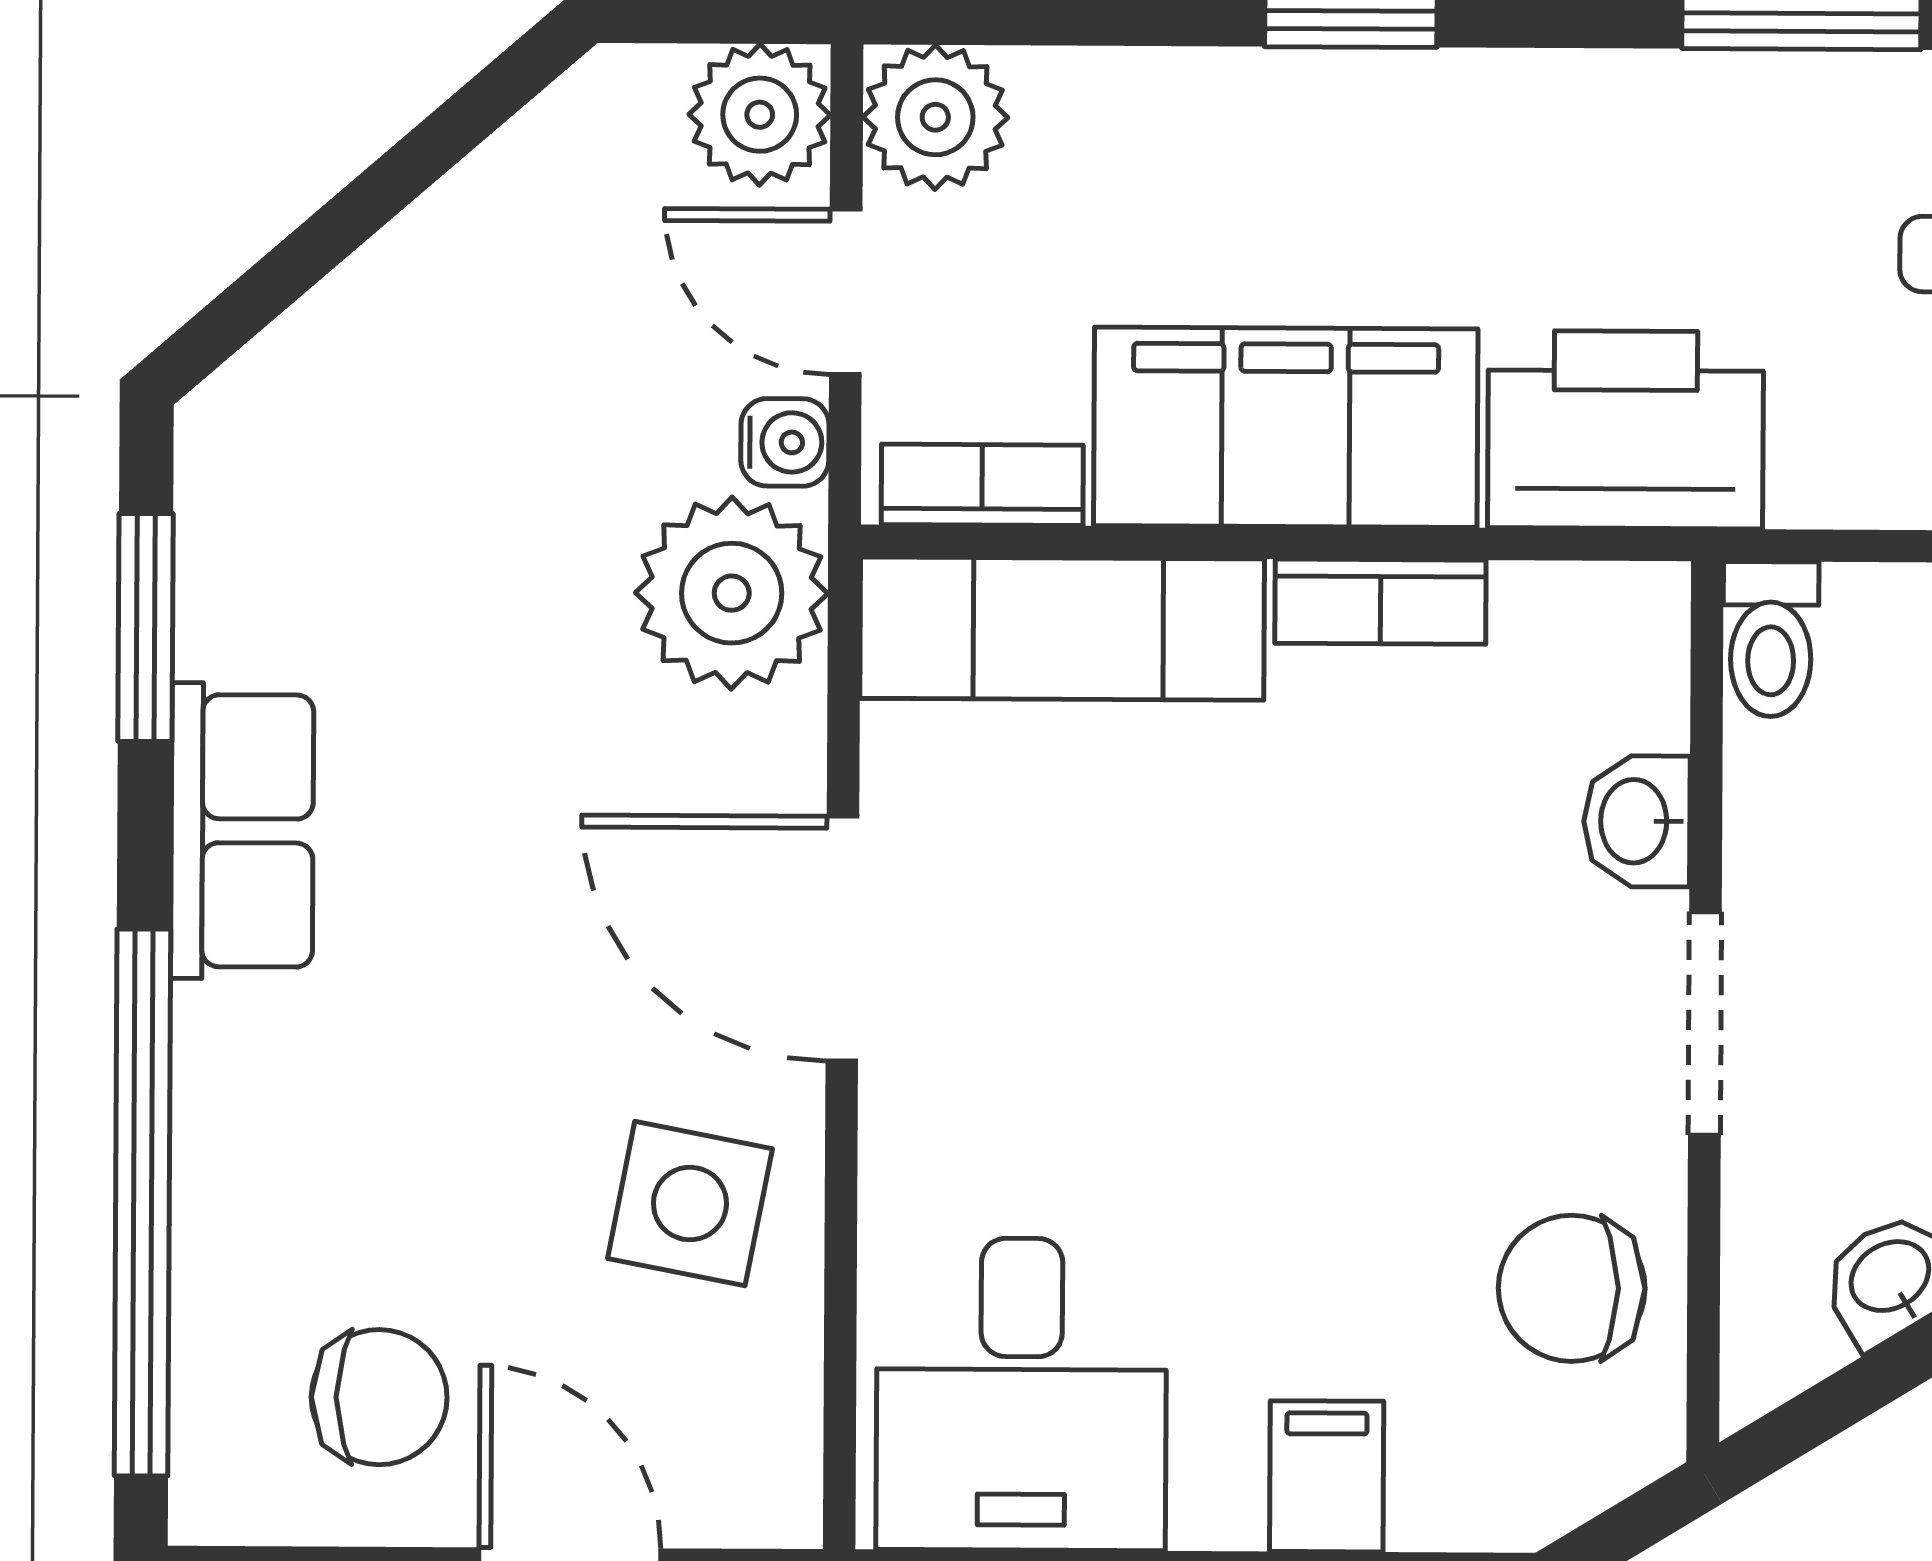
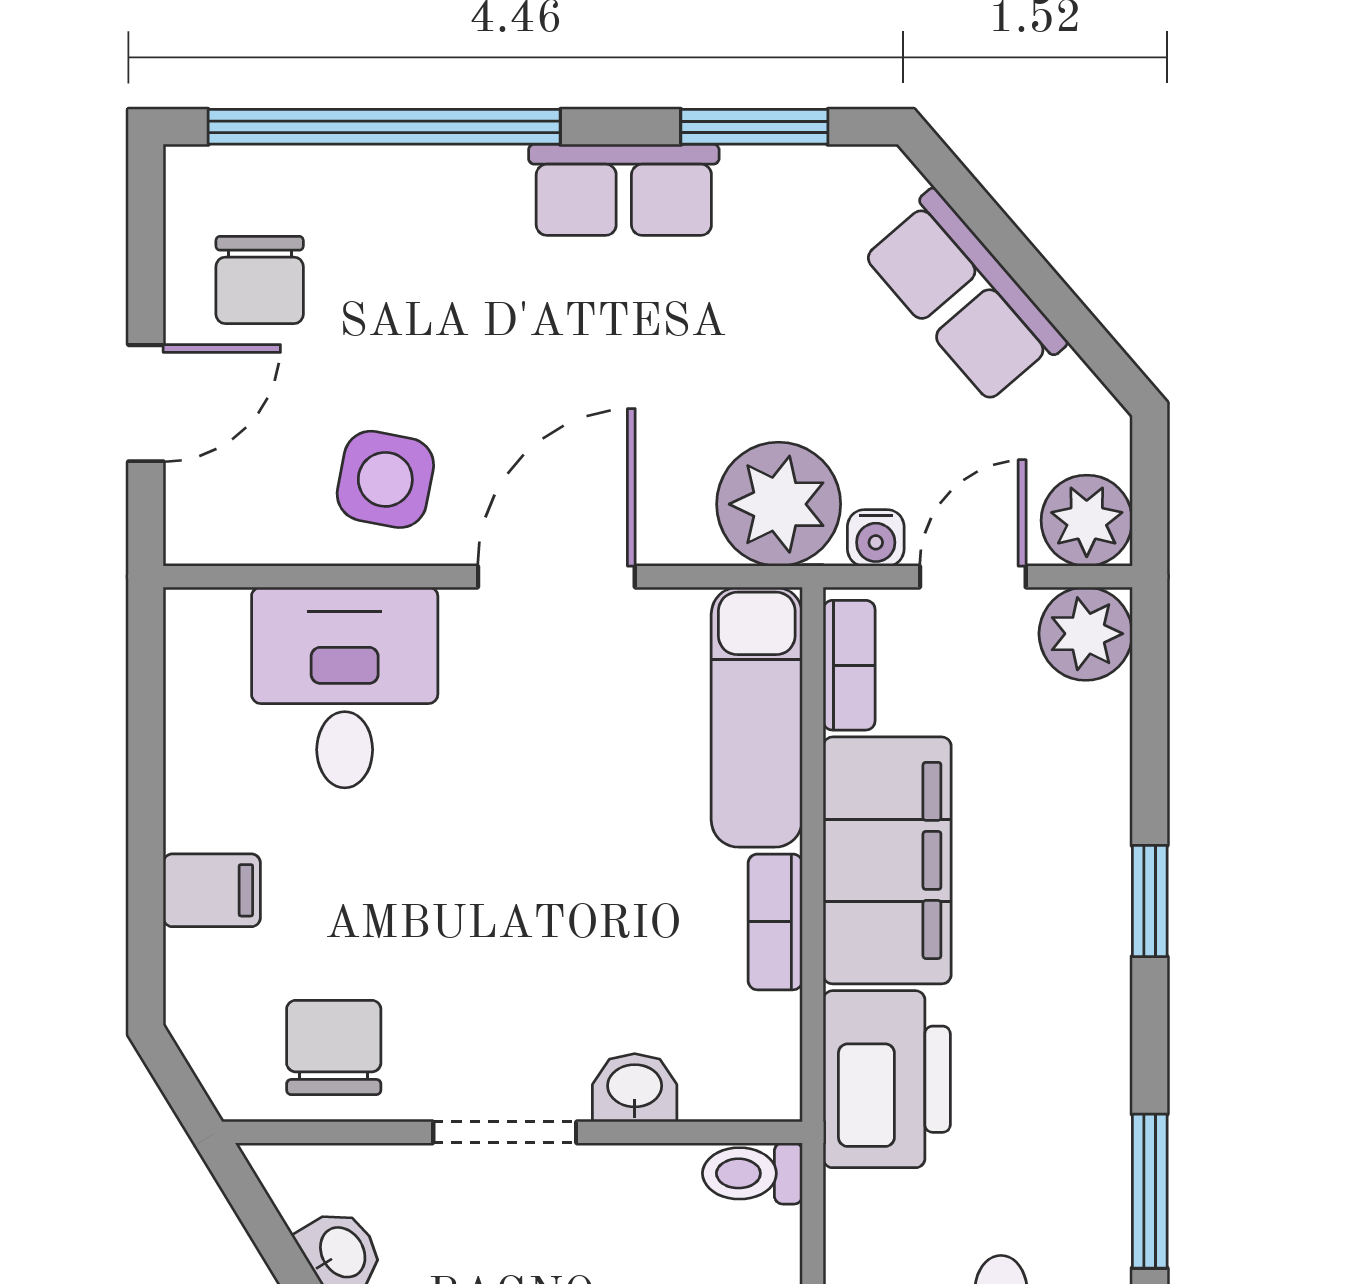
row of seats: (411, 303) -> (964, 297), added
desk: (1021, 1394) -> (345, 687), moved, turned 90

